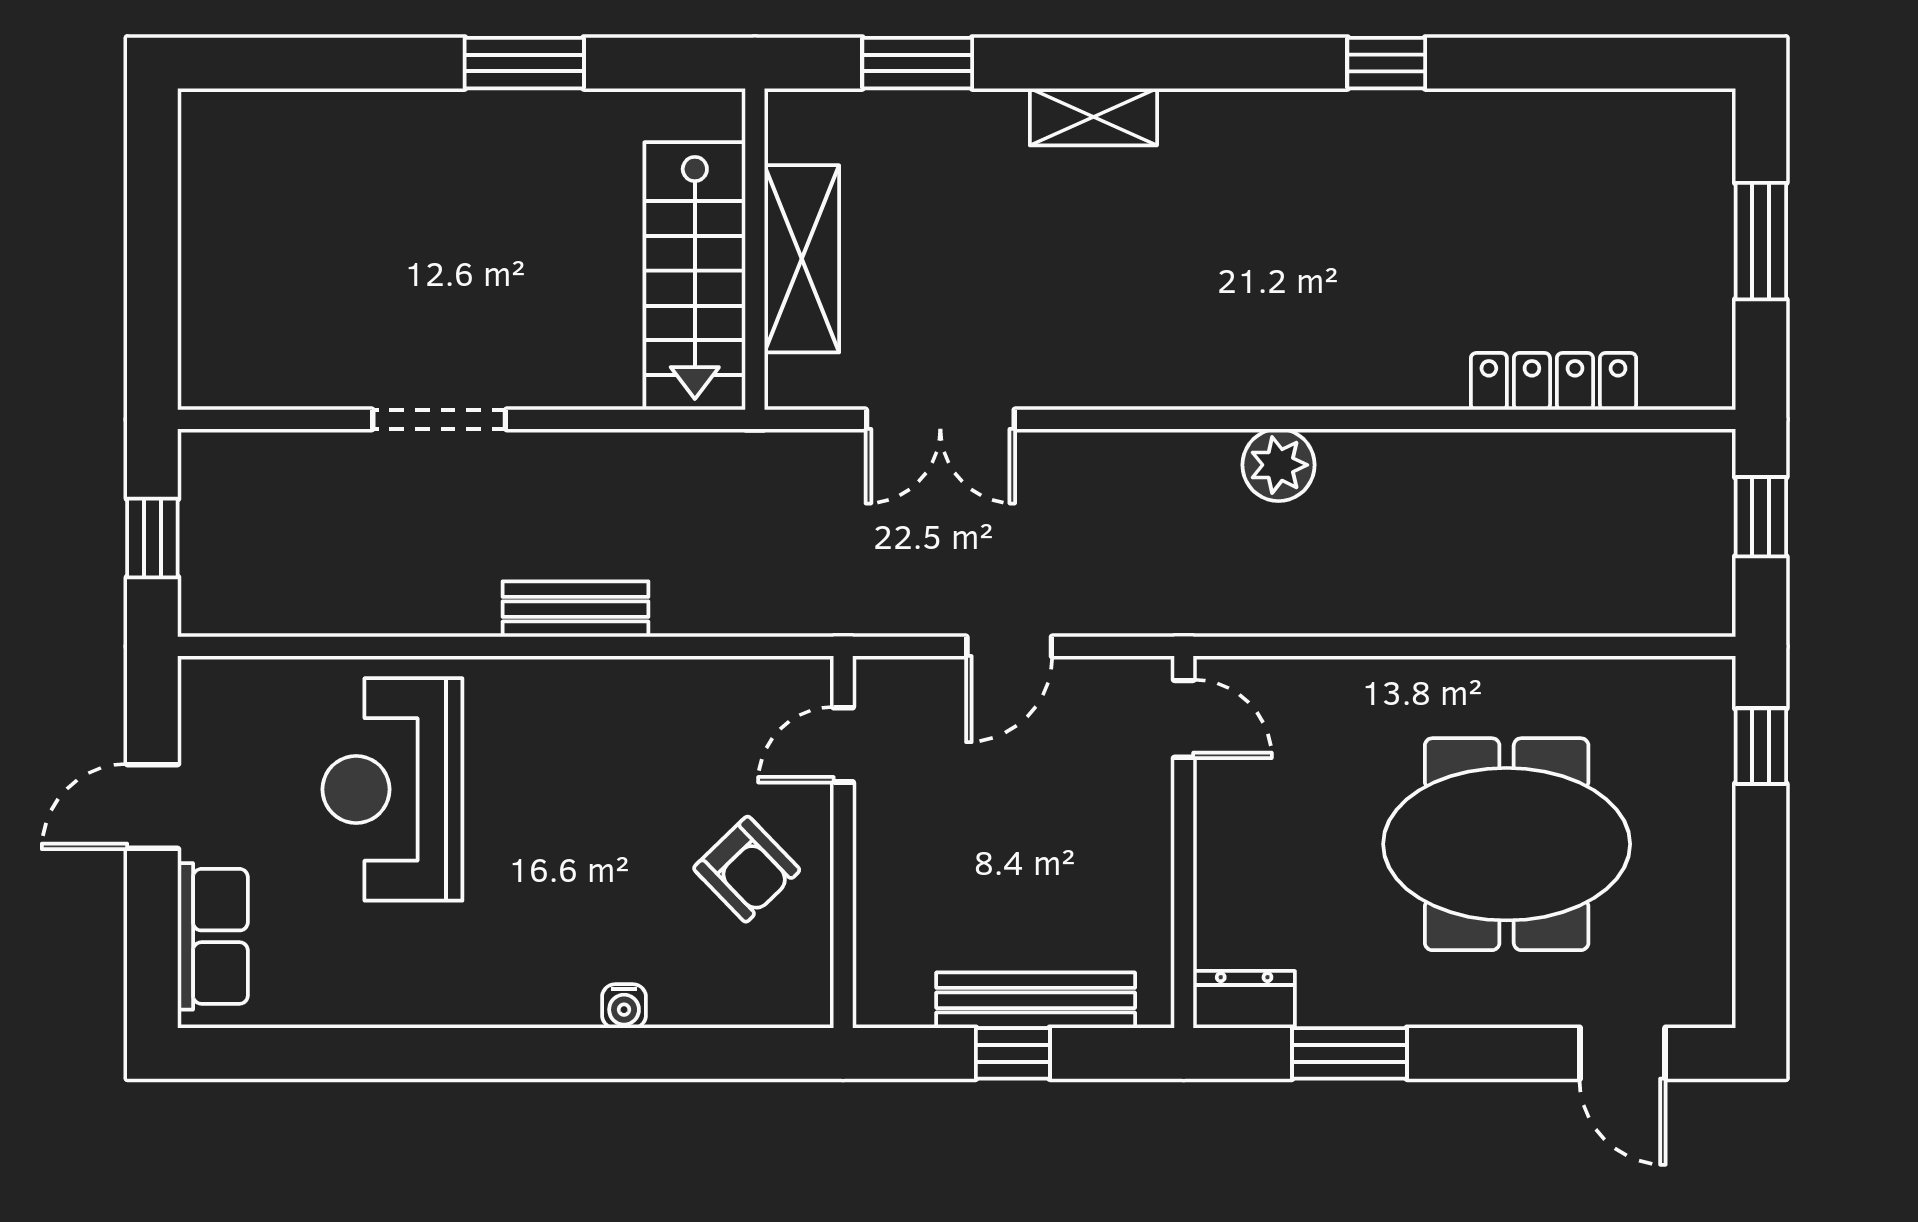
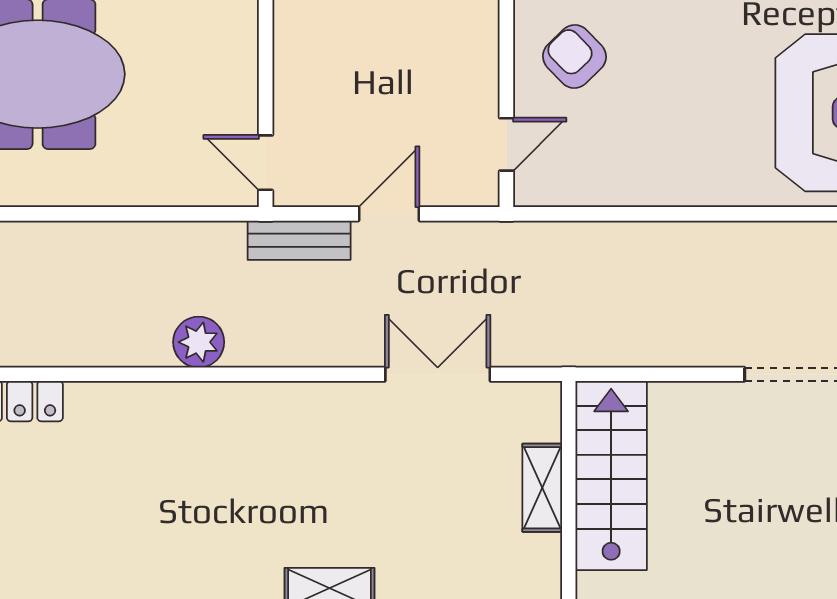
shelving: (802, 259) -> (542, 488), width x0.67, depth x0.75
bench: (575, 609) -> (299, 240), moved

